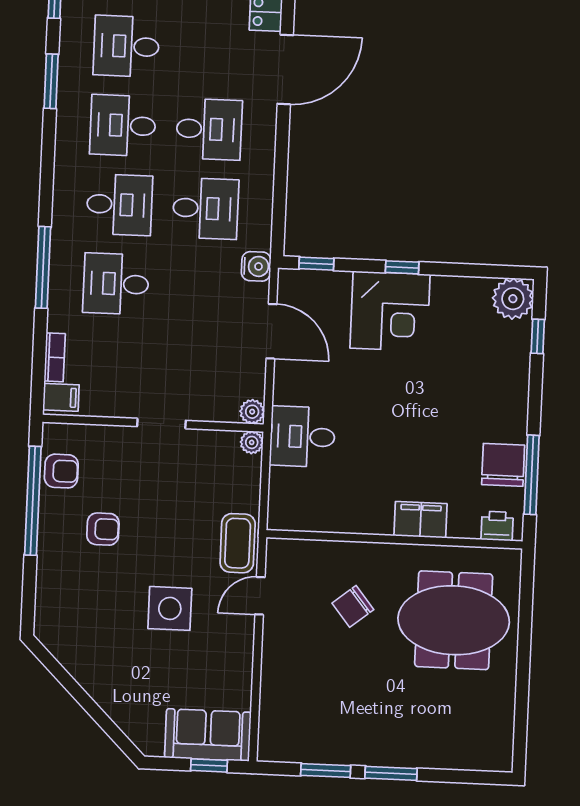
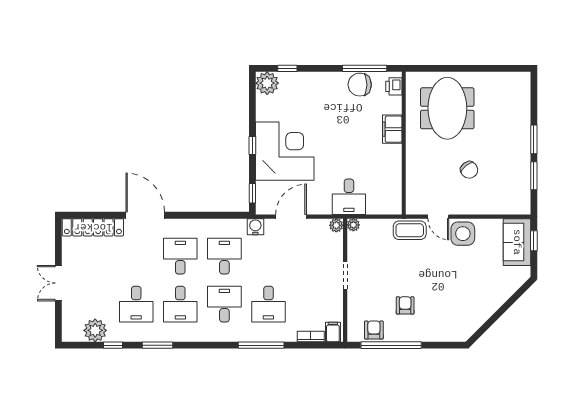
corner desk: (390, 311) -> (285, 151), width x1.36, depth x1.36
chair: (353, 606) -> (469, 170), moved
side table: (170, 608) -> (463, 234), moved

